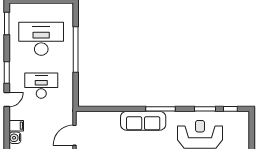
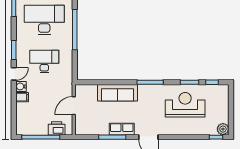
sofa: (143, 121) -> (117, 93), moved
water cooler: (15, 138) -> (21, 86), moved

